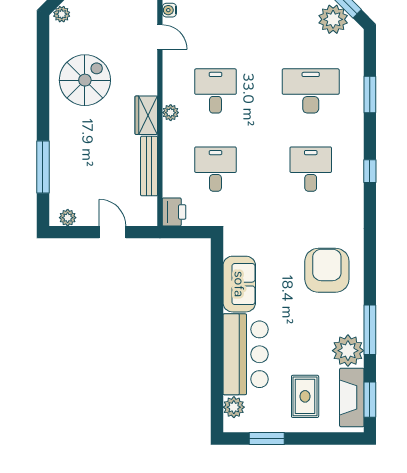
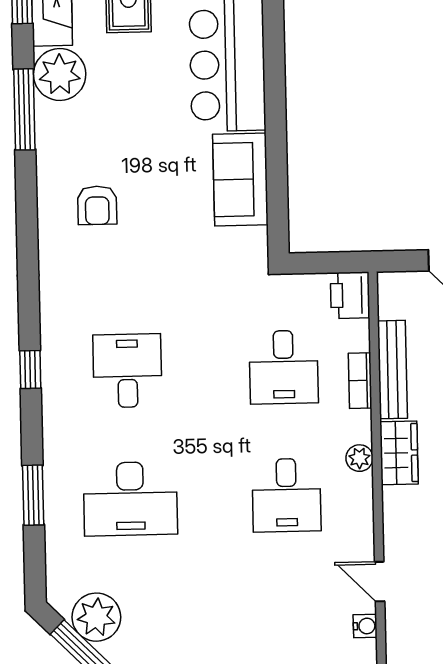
bookcase: (169, 160) -> (360, 381), added
desk: (311, 169) -> (127, 371), turned 180
armchair: (327, 270) -> (97, 205), width x0.53, depth x0.53

